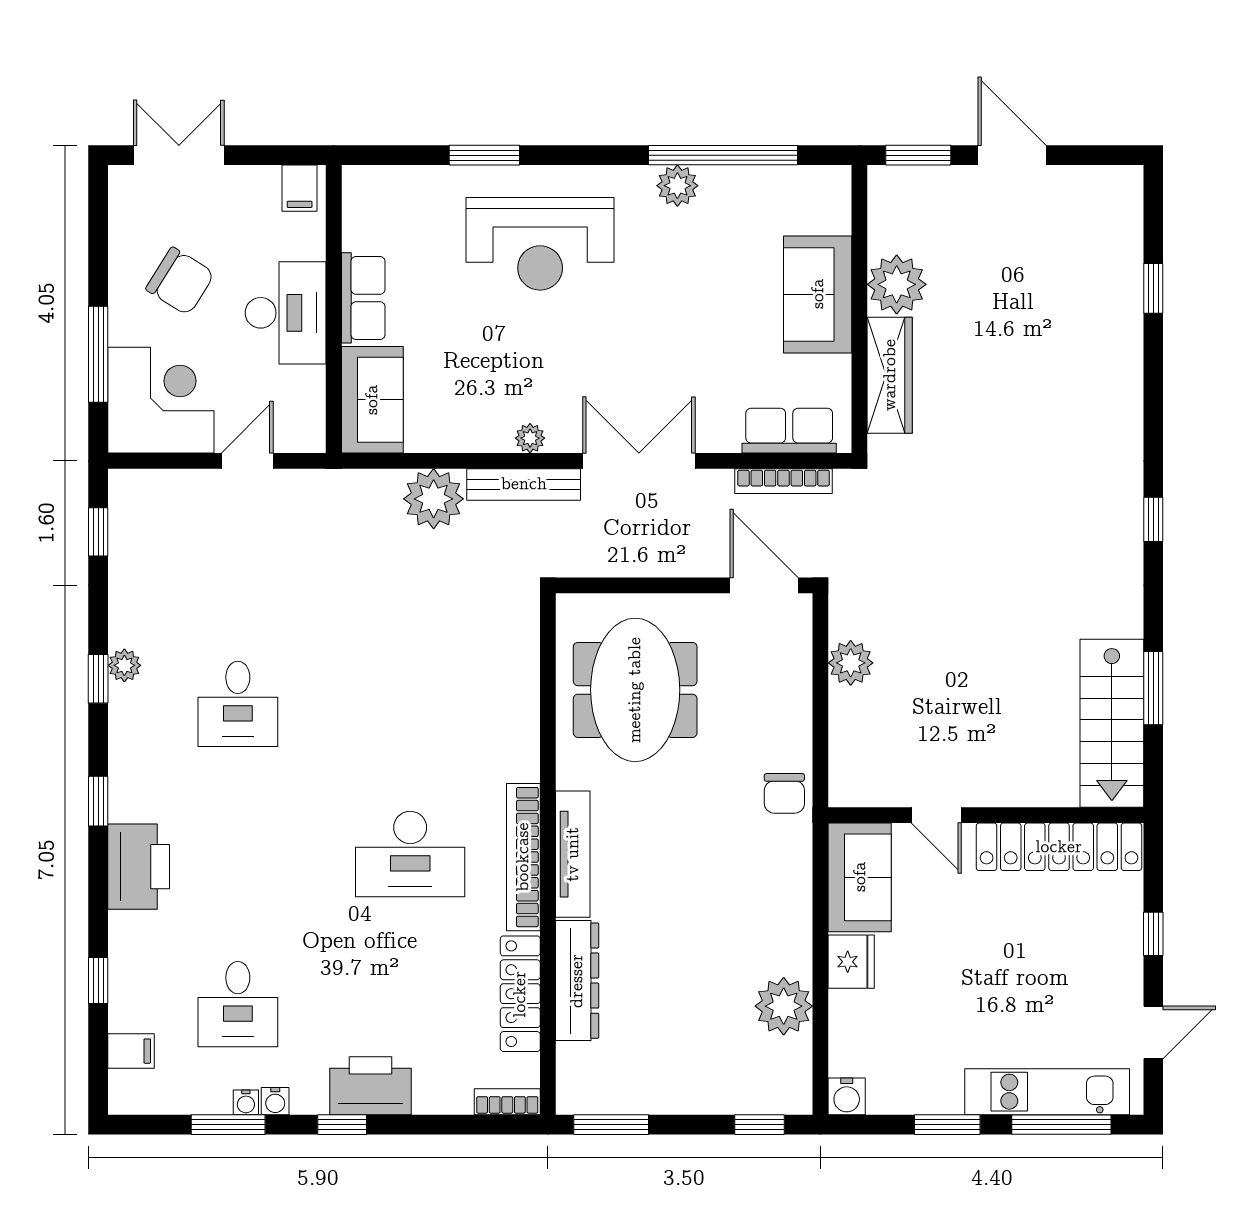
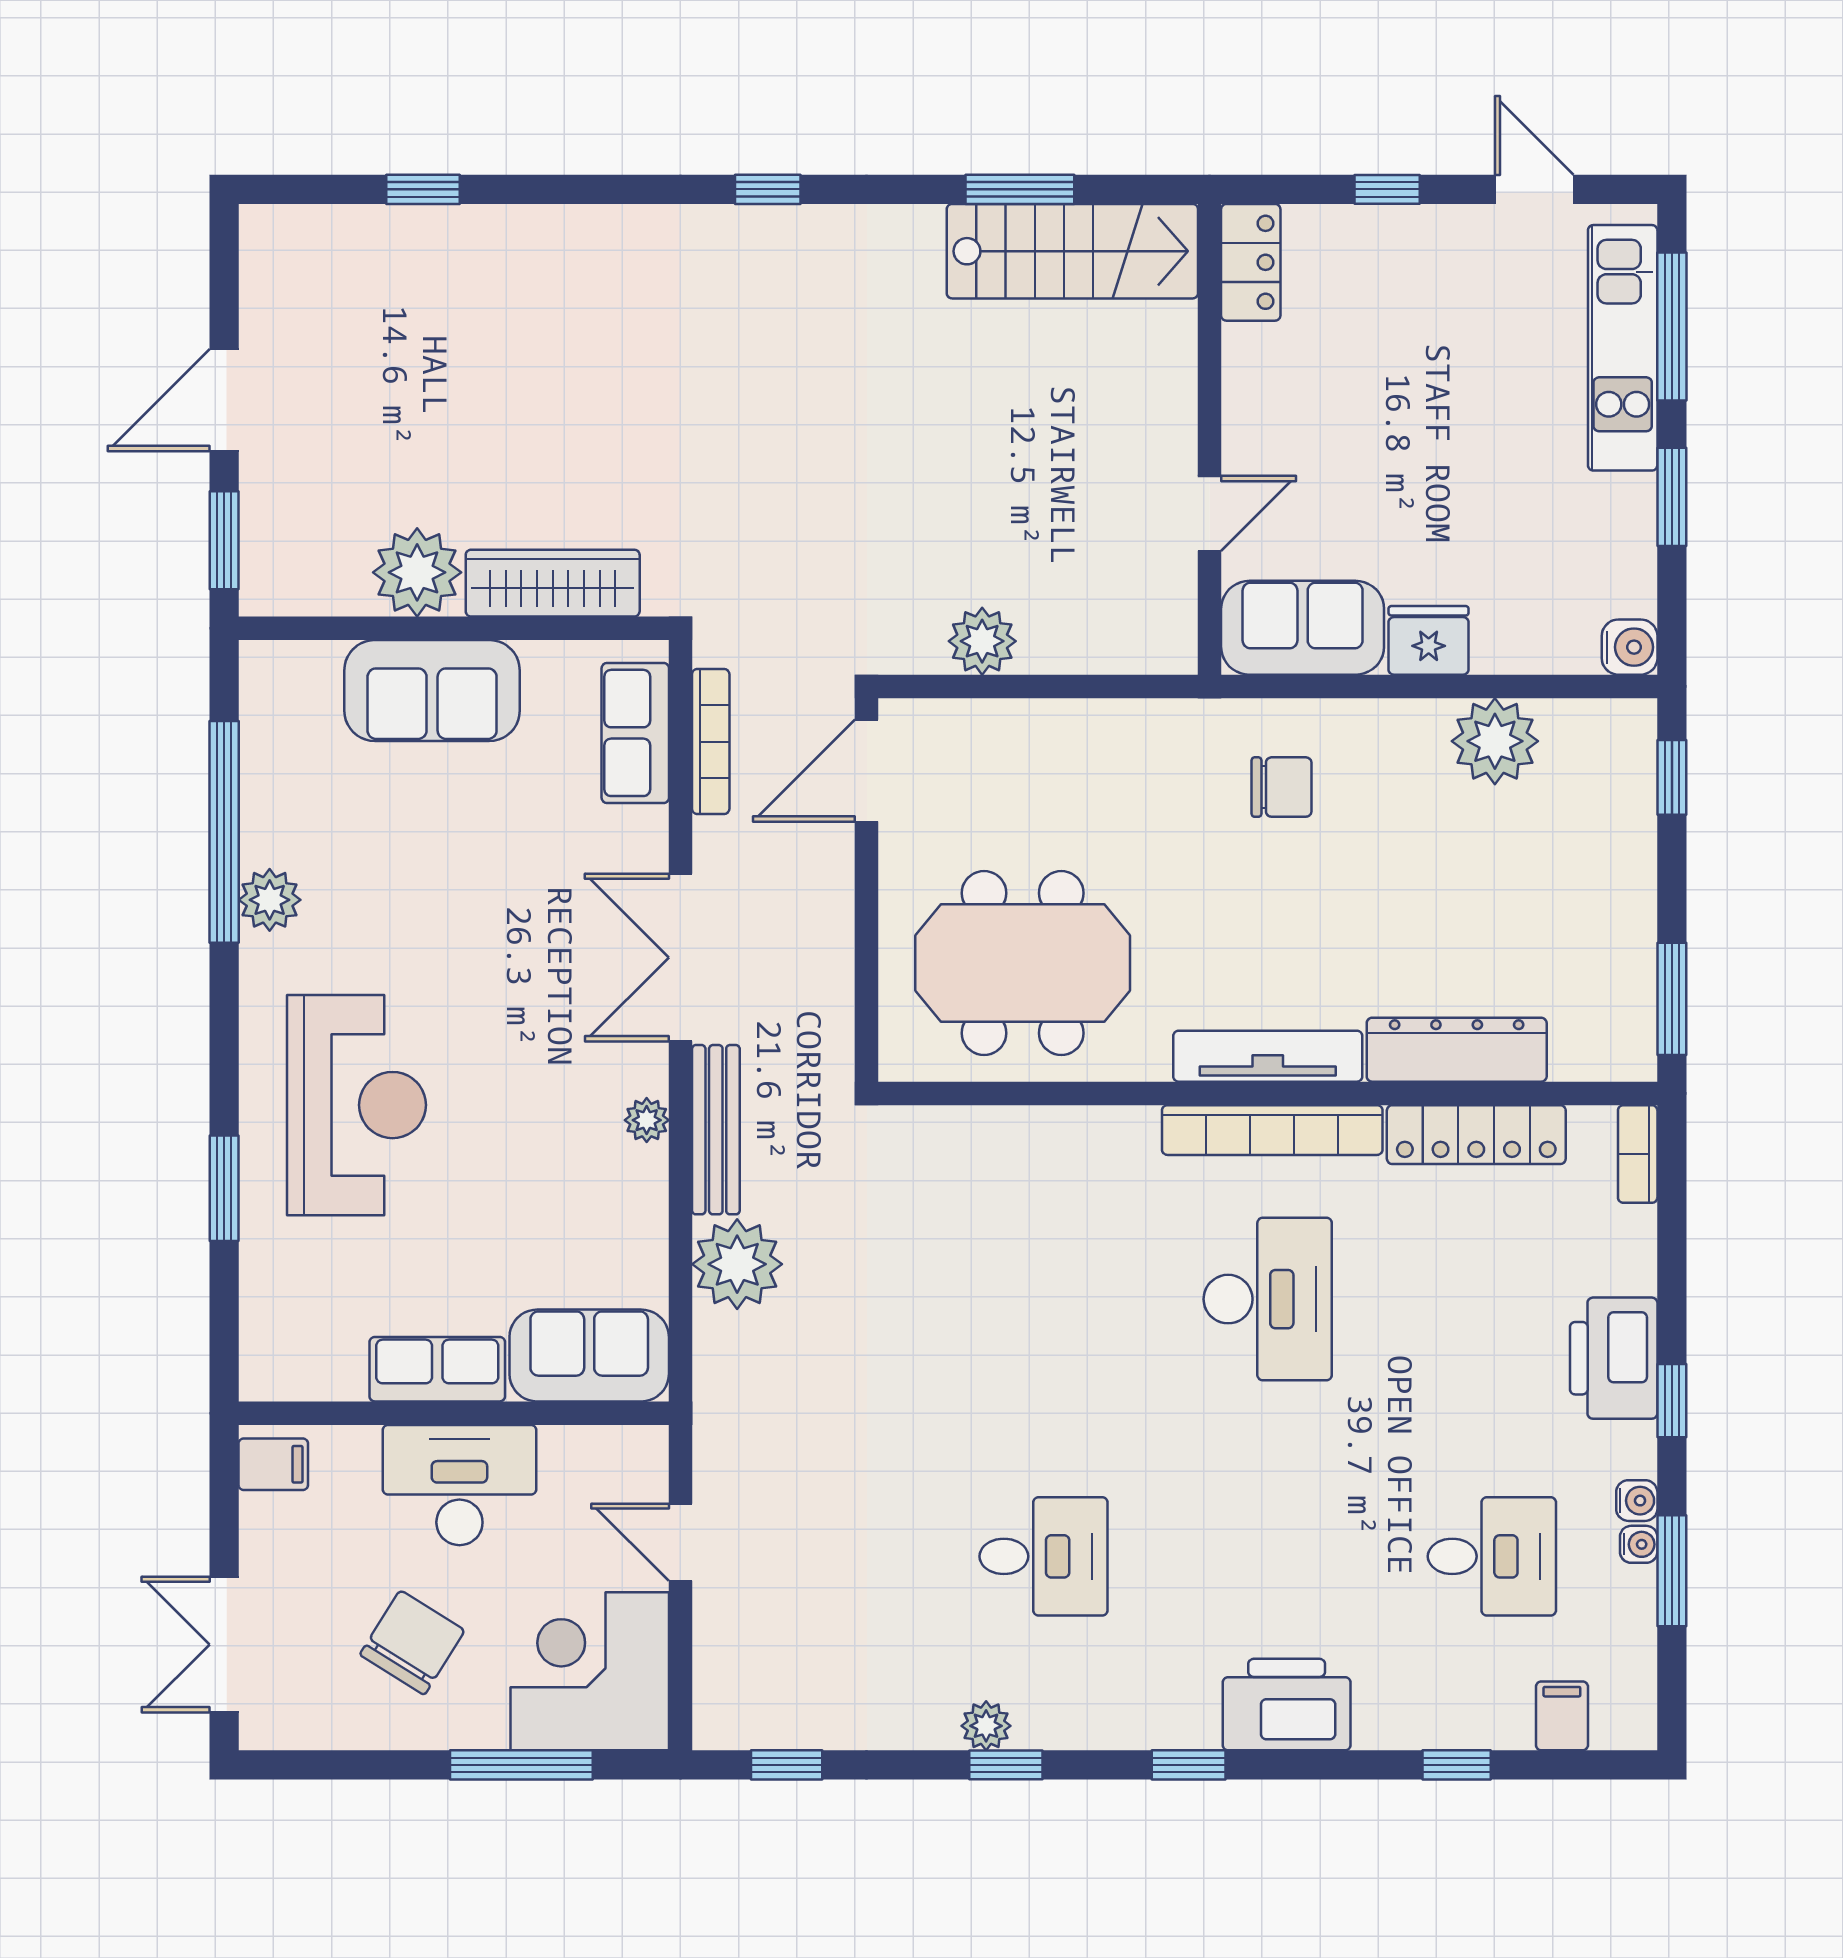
chair: (784, 793) -> (1282, 787), moved
locker: (1059, 847) -> (1251, 262), width x0.46, depth x0.83

